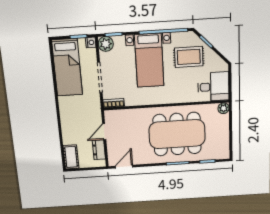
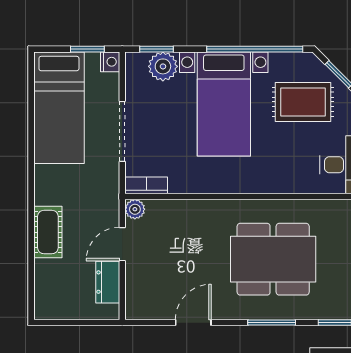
plant: (106, 44) -> (163, 66), moved
plant: (109, 115) -> (135, 209), added
dining table: (177, 134) -> (273, 259), width x0.73, depth x0.80
cot: (71, 157) -> (48, 232), moved
door: (124, 167) -> (193, 323), moved

